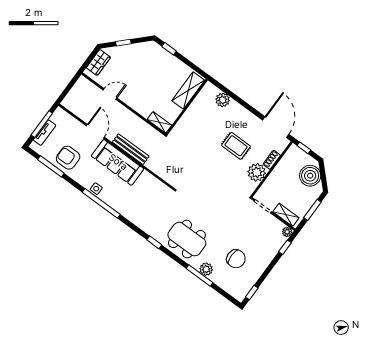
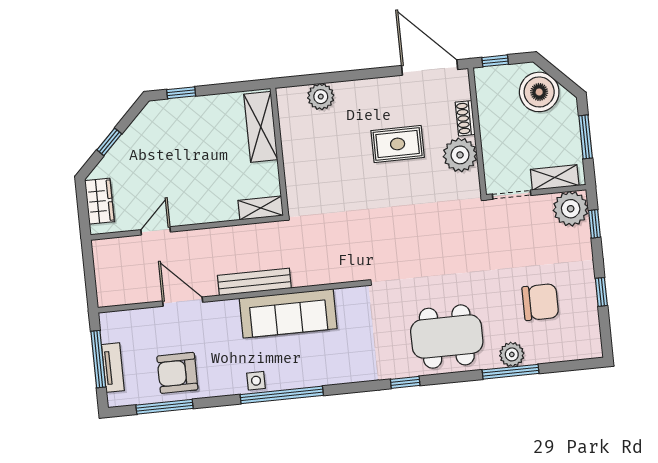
sofa: (118, 162) -> (288, 313), moved
plant: (287, 232) -> (571, 209), width x1.87, depth x1.87
window: (252, 293) -> (601, 292), moved

